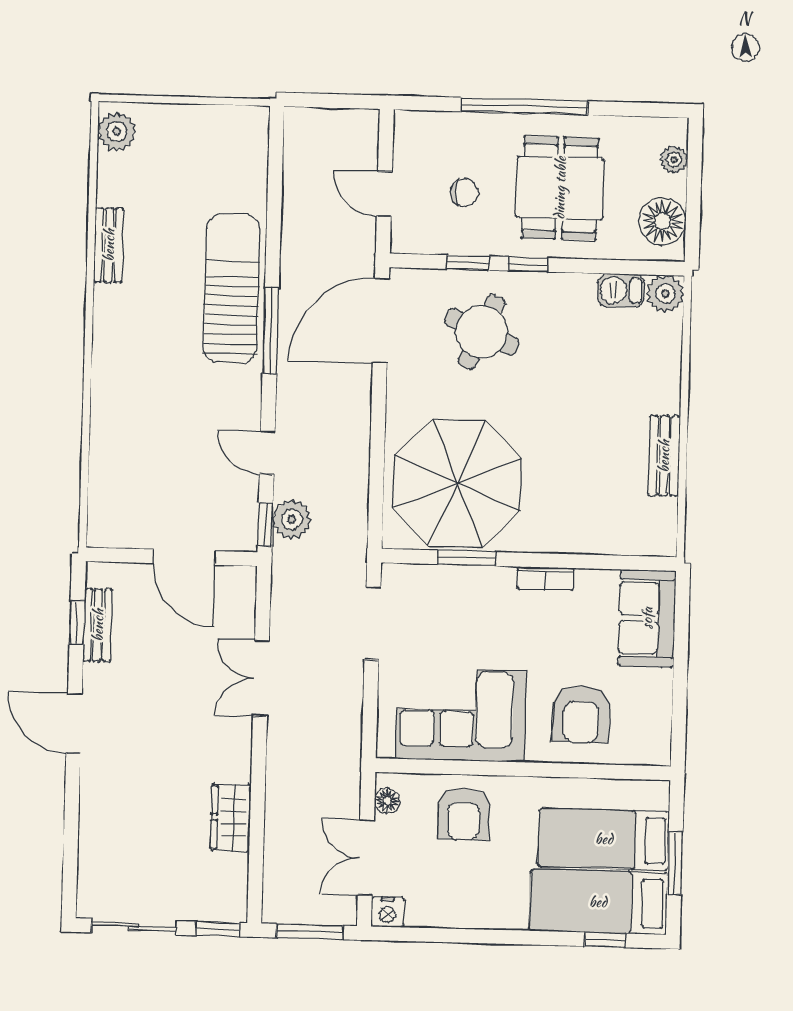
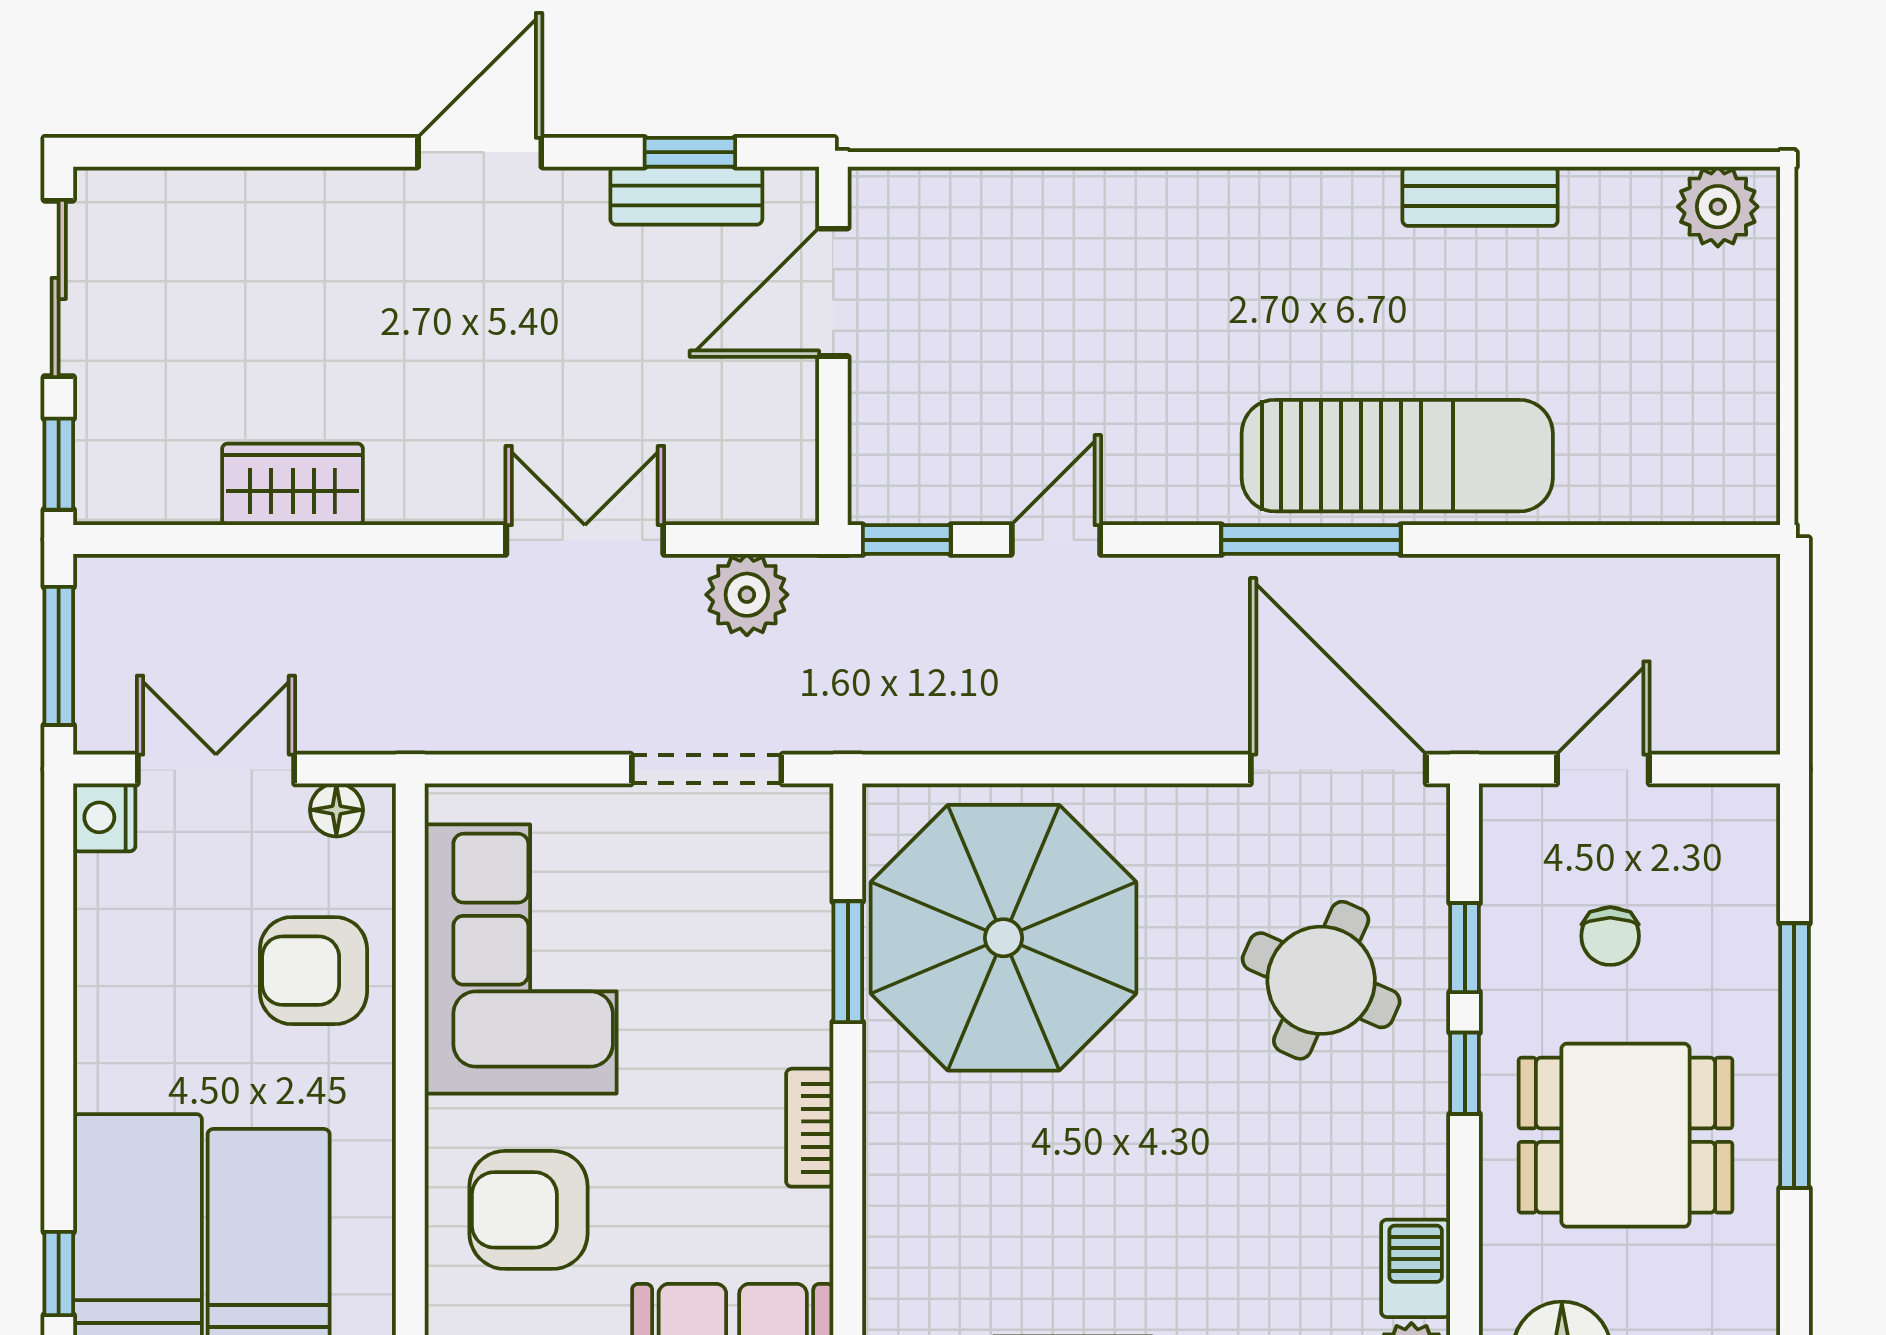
plant: (292, 519) -> (747, 595), moved
door: (184, 557) -> (833, 292), moved

